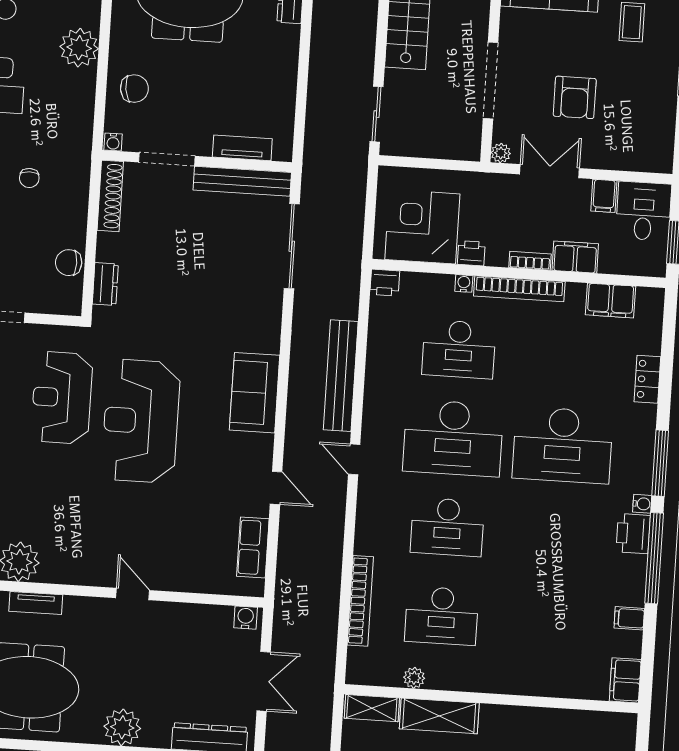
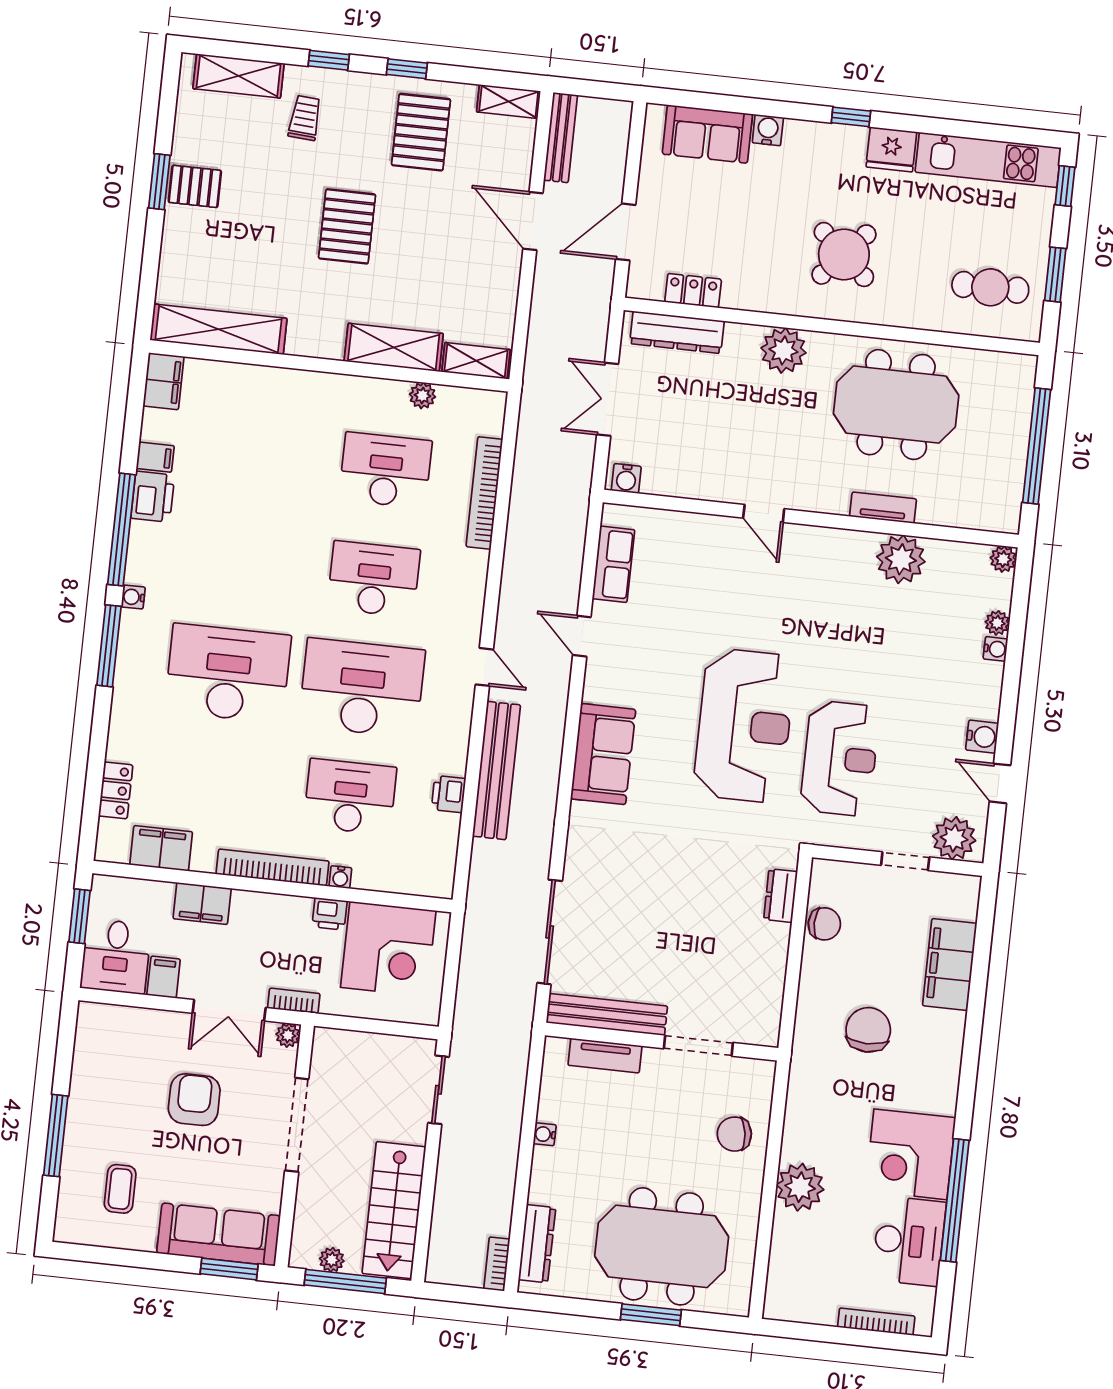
water cooler: (113, 142) -> (545, 1134), moved, turned -90
chair: (29, 178) -> (868, 1030), width x1.87, depth x1.87
shoe rack: (110, 196) -> (770, 1004), removed
bookcase: (530, 261) -> (294, 1001), moved, turned 180
printer: (385, 283) -> (449, 794), moved, turned -90
locker: (647, 379) -> (116, 790), moved
printer: (633, 534) -> (153, 497), moved
shelving: (582, 724) -> (219, 329), added

